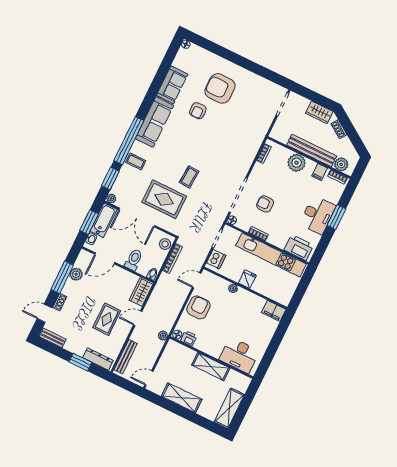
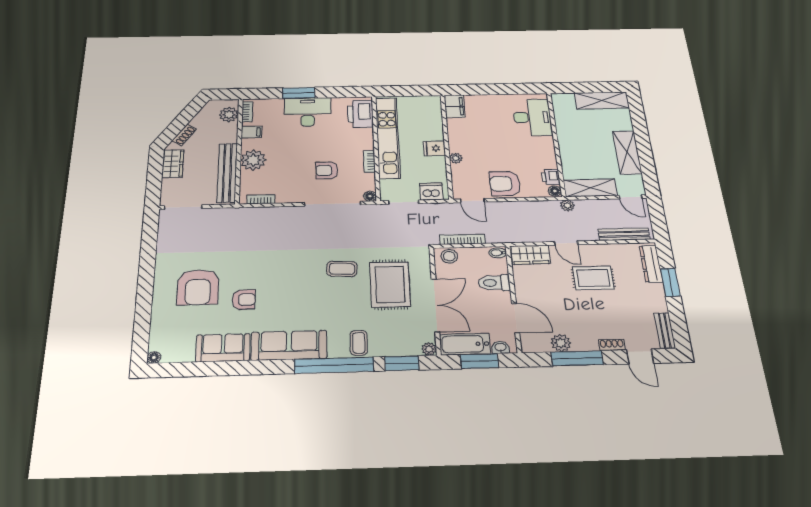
bench: (312, 151) -> (227, 173), moved
armchair: (265, 204) -> (327, 170), turned 90
shelving: (211, 367) -> (590, 188), moved, turned 90

